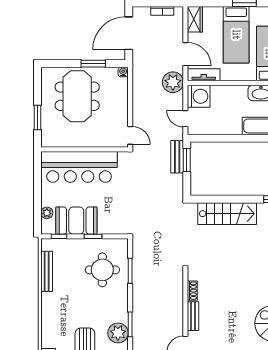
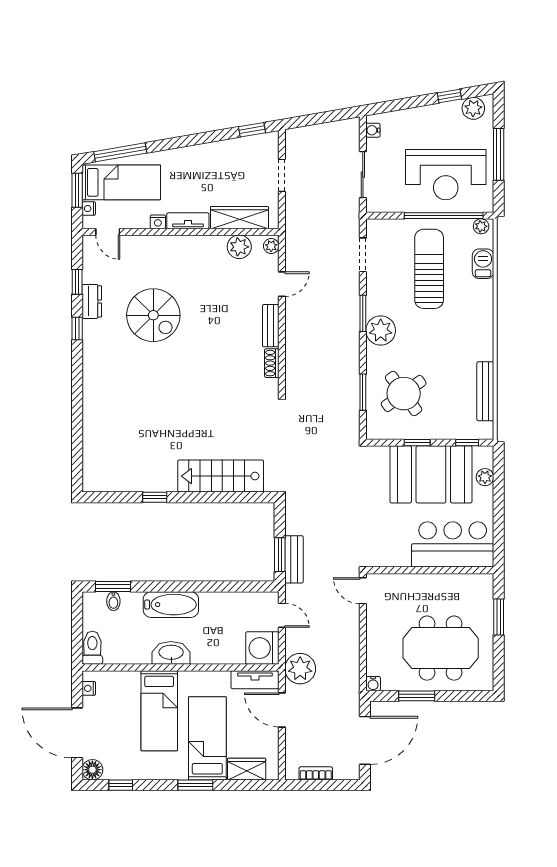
wardrobe: (195, 19) -> (247, 769), moved, turned 90
meeting table: (77, 96) -> (441, 648), turned 90
bar counter: (79, 167) -> (453, 544), width x0.73
booth: (76, 221) -> (431, 474), width x1.36, depth x1.42
round table: (102, 270) -> (404, 394), turned -36
plant: (118, 333) -> (381, 330), moved

